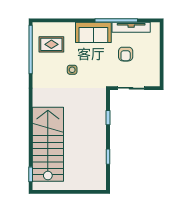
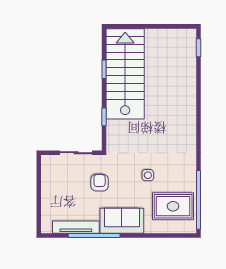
rug: (51, 44) -> (173, 206), width x1.36, depth x1.43
armchair: (126, 54) -> (100, 183), moved
stairs: (48, 144) -> (125, 74), moved, turned 180

